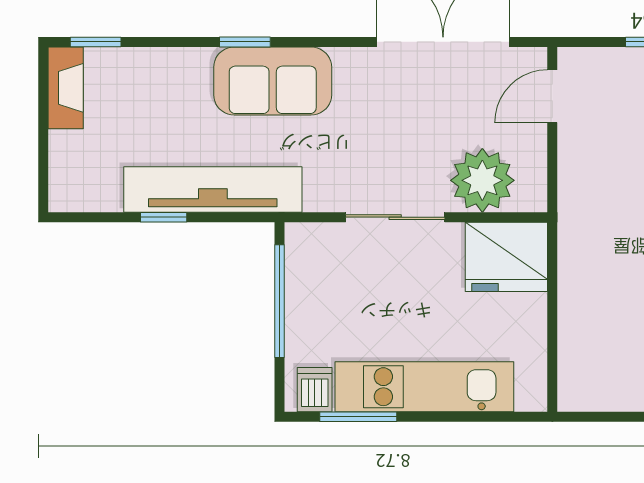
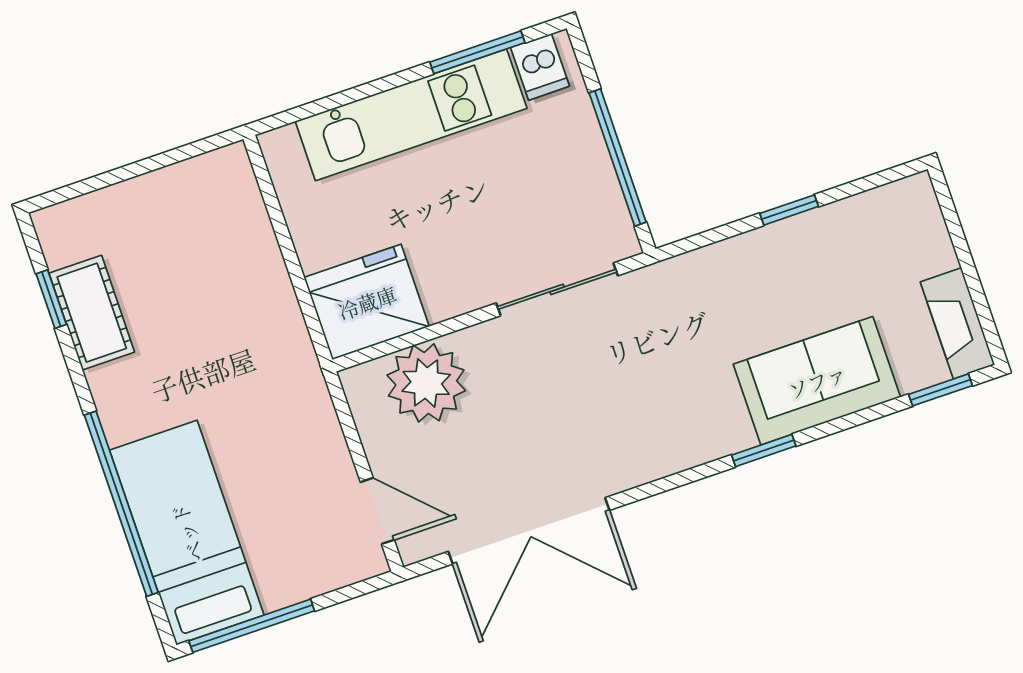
sofa: (273, 81) -> (817, 381), moved
door: (552, 96) -> (377, 511), hinge flipped
tv unit: (213, 189) -> (742, 263), removed
sliding door: (395, 217) -> (557, 289), moved

